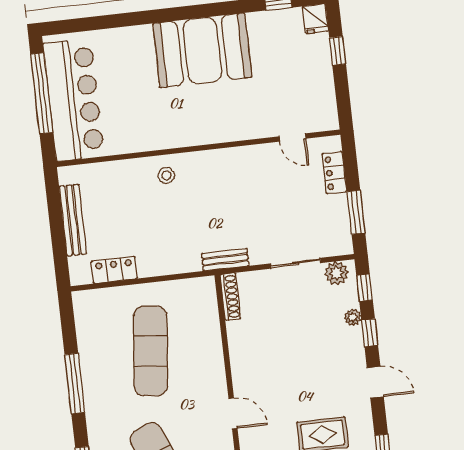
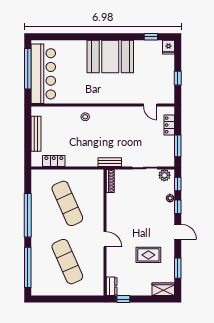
window: (338, 51) -> (178, 78), moved
exercise mat: (150, 351) -> (67, 203), turned -30
window: (75, 383) -> (28, 215), width x1.46

